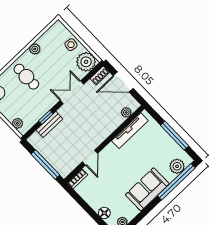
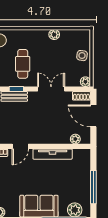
plant: (86, 62) -> (85, 82), width x0.53, depth x0.53
cafe table: (26, 77) -> (23, 64), moved
tv unit: (130, 131) -> (53, 154), moved

